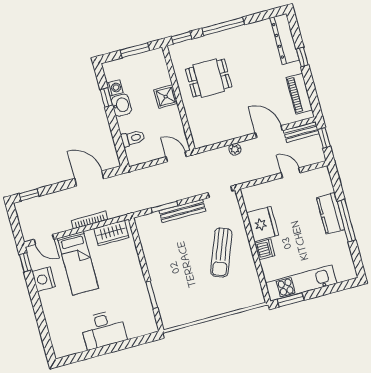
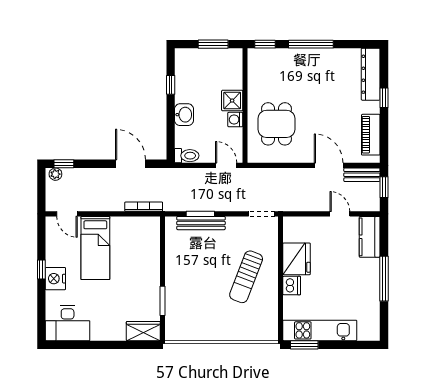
dining table: (209, 78) -> (276, 124), moved, turned 90
washing machine: (115, 88) -> (235, 120), moved, turned 180
washbasin: (121, 105) -> (184, 115), moved
toilet: (133, 138) -> (187, 156), moved
plant: (235, 149) -> (55, 174), moved
bench: (182, 211) -> (201, 223), moved
kitchen counter: (331, 213) -> (370, 237), moved
bookcase: (90, 220) -> (144, 207), moved
wardrobe: (111, 233) -> (143, 331), moved, turned 180
window: (25, 262) -> (41, 270), moved
nightstand: (44, 279) -> (55, 279), moved
desk: (103, 330) -> (68, 323), moved

